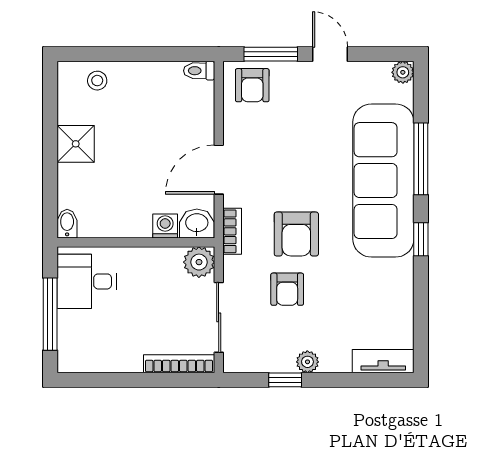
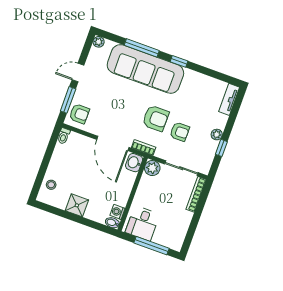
door: (219, 170) -> (113, 143), width x1.36
washing machine: (165, 226) -> (118, 212), moved

